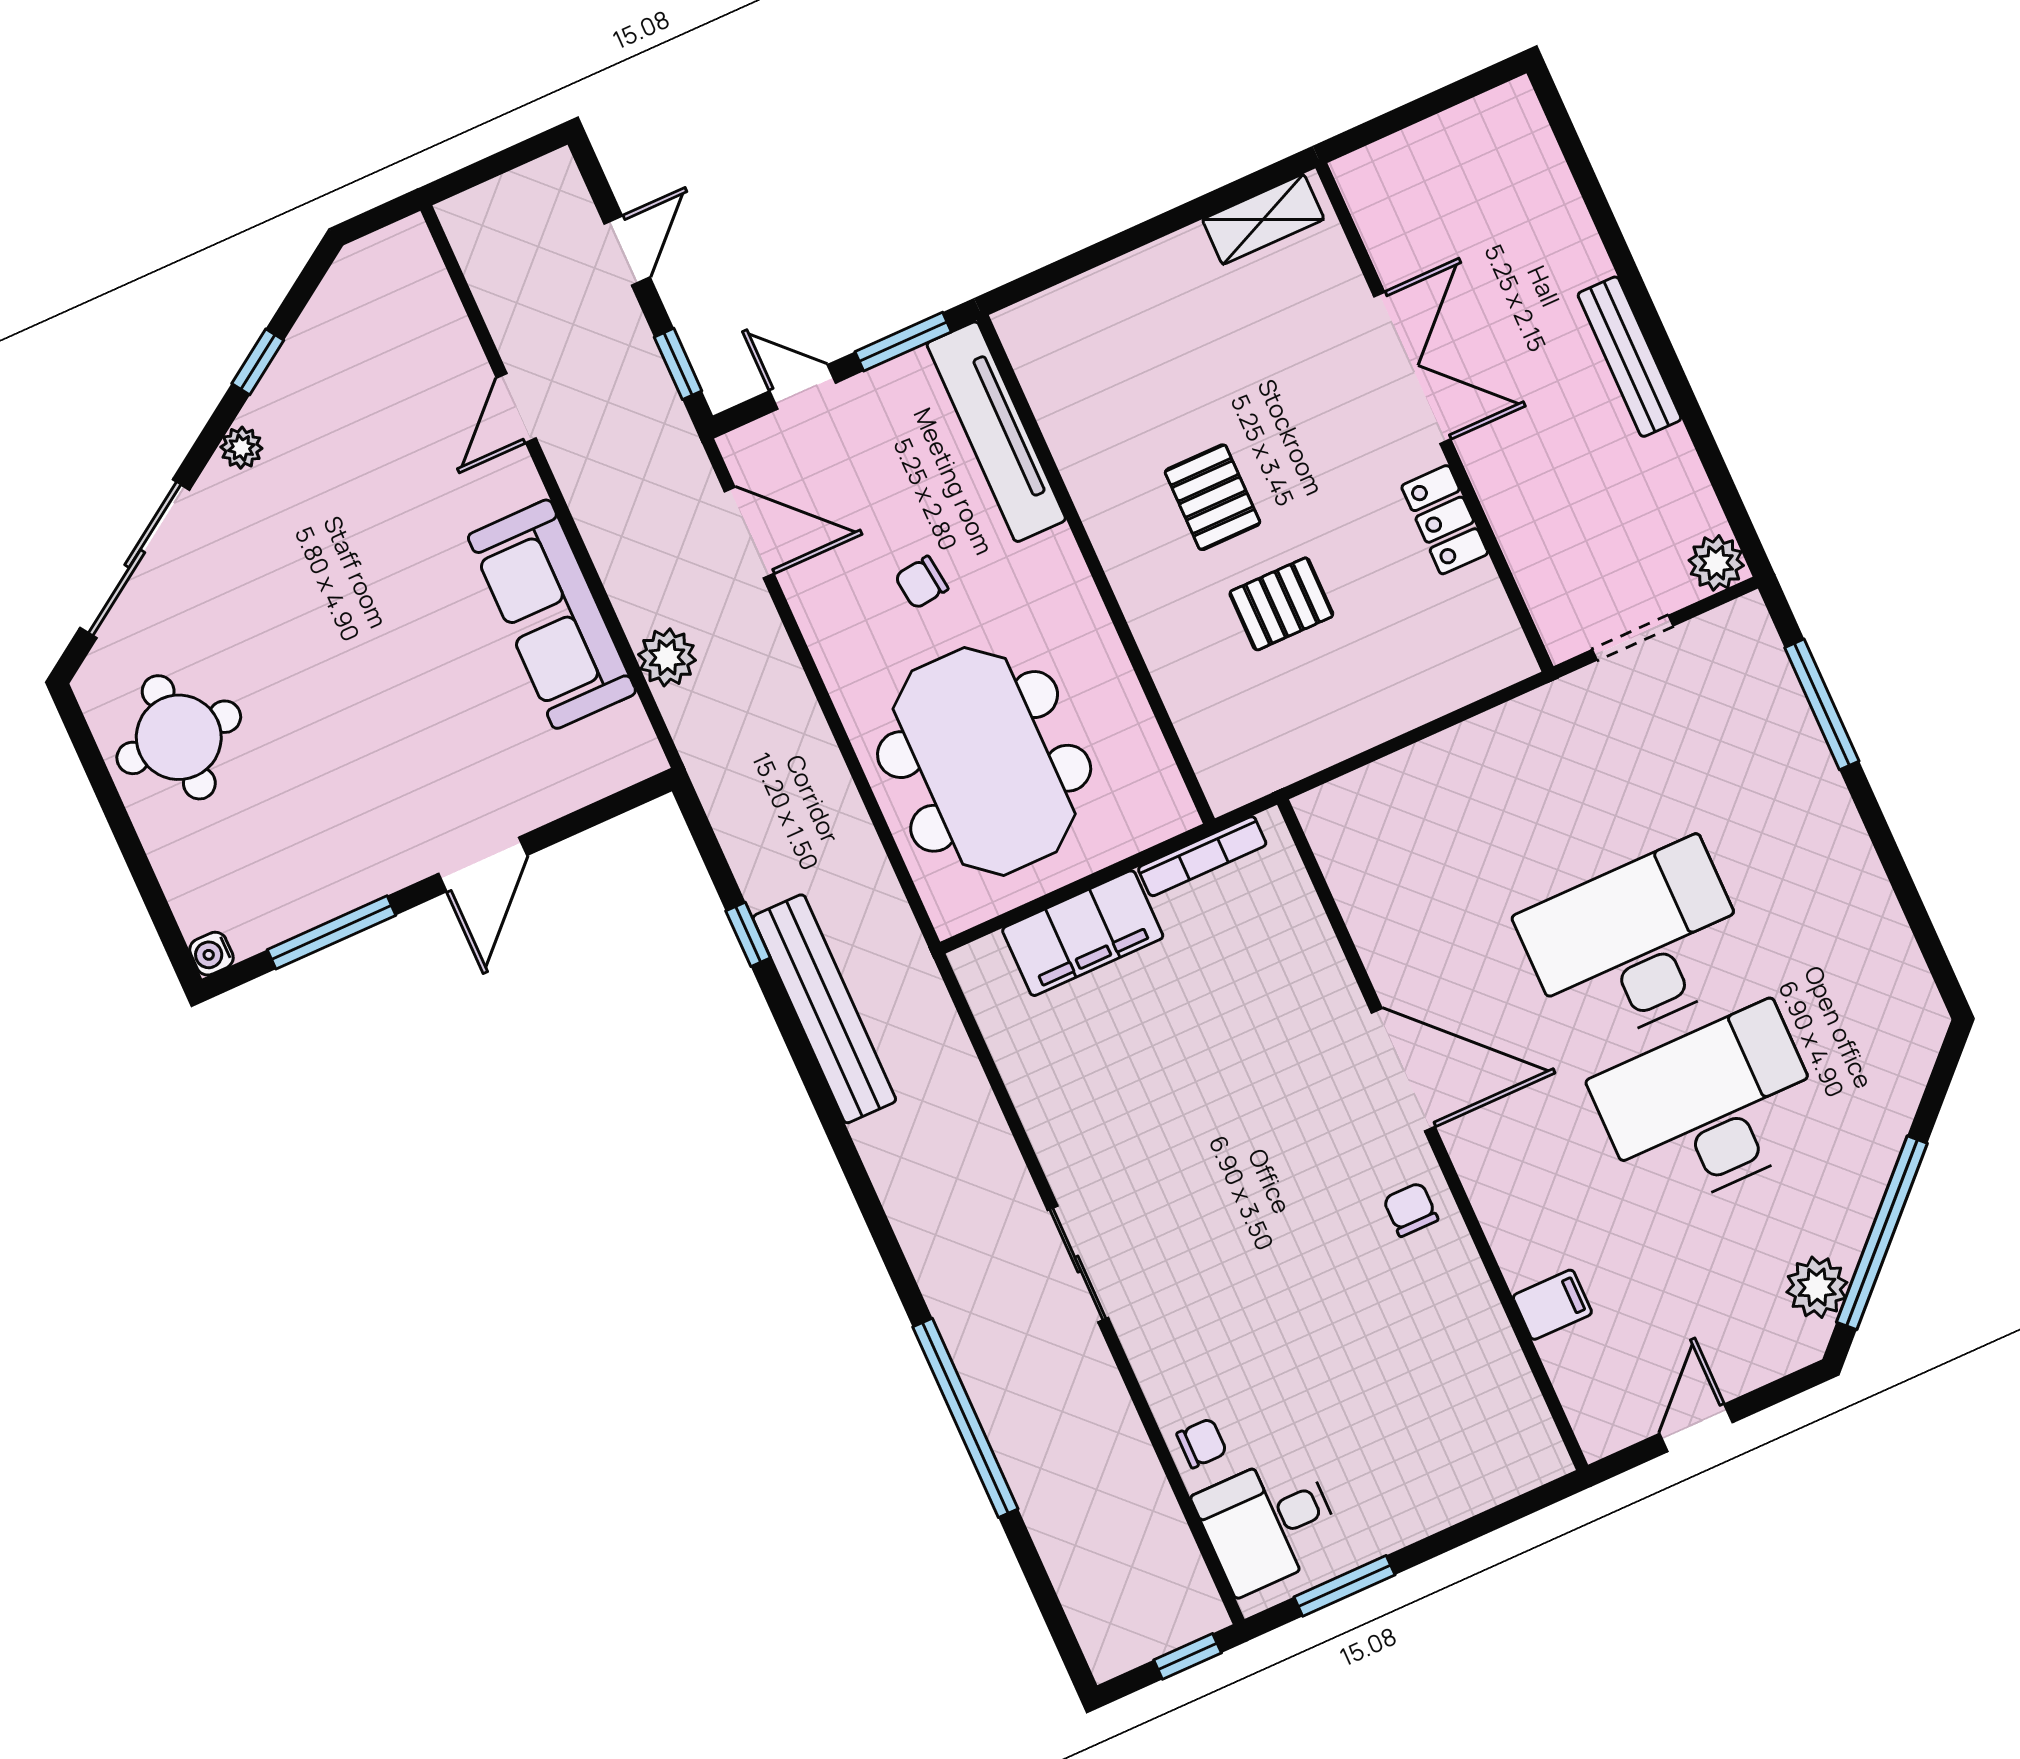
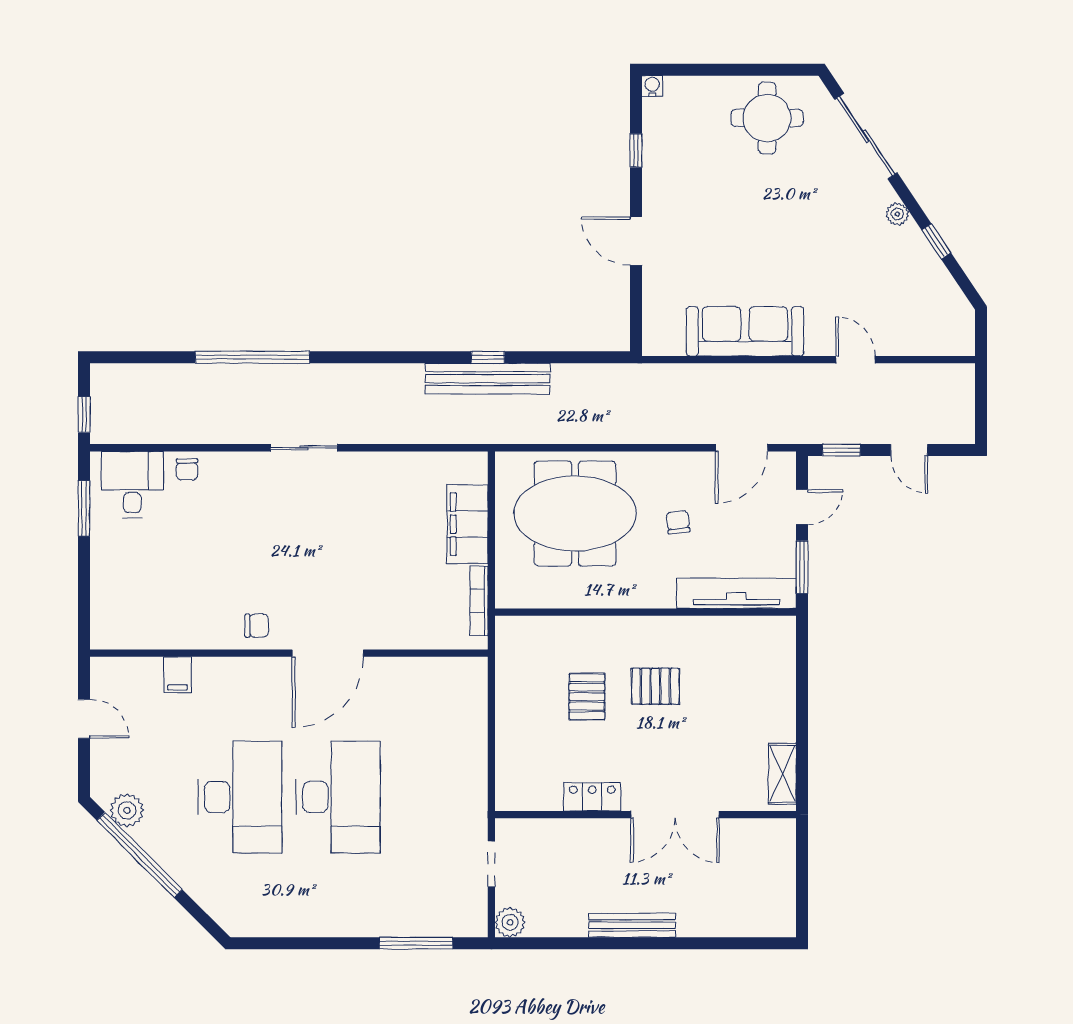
plant: (667, 657) -> (698, 379), removed
window: (332, 932) -> (636, 150), width x0.46
window: (748, 934) -> (488, 357), moved

